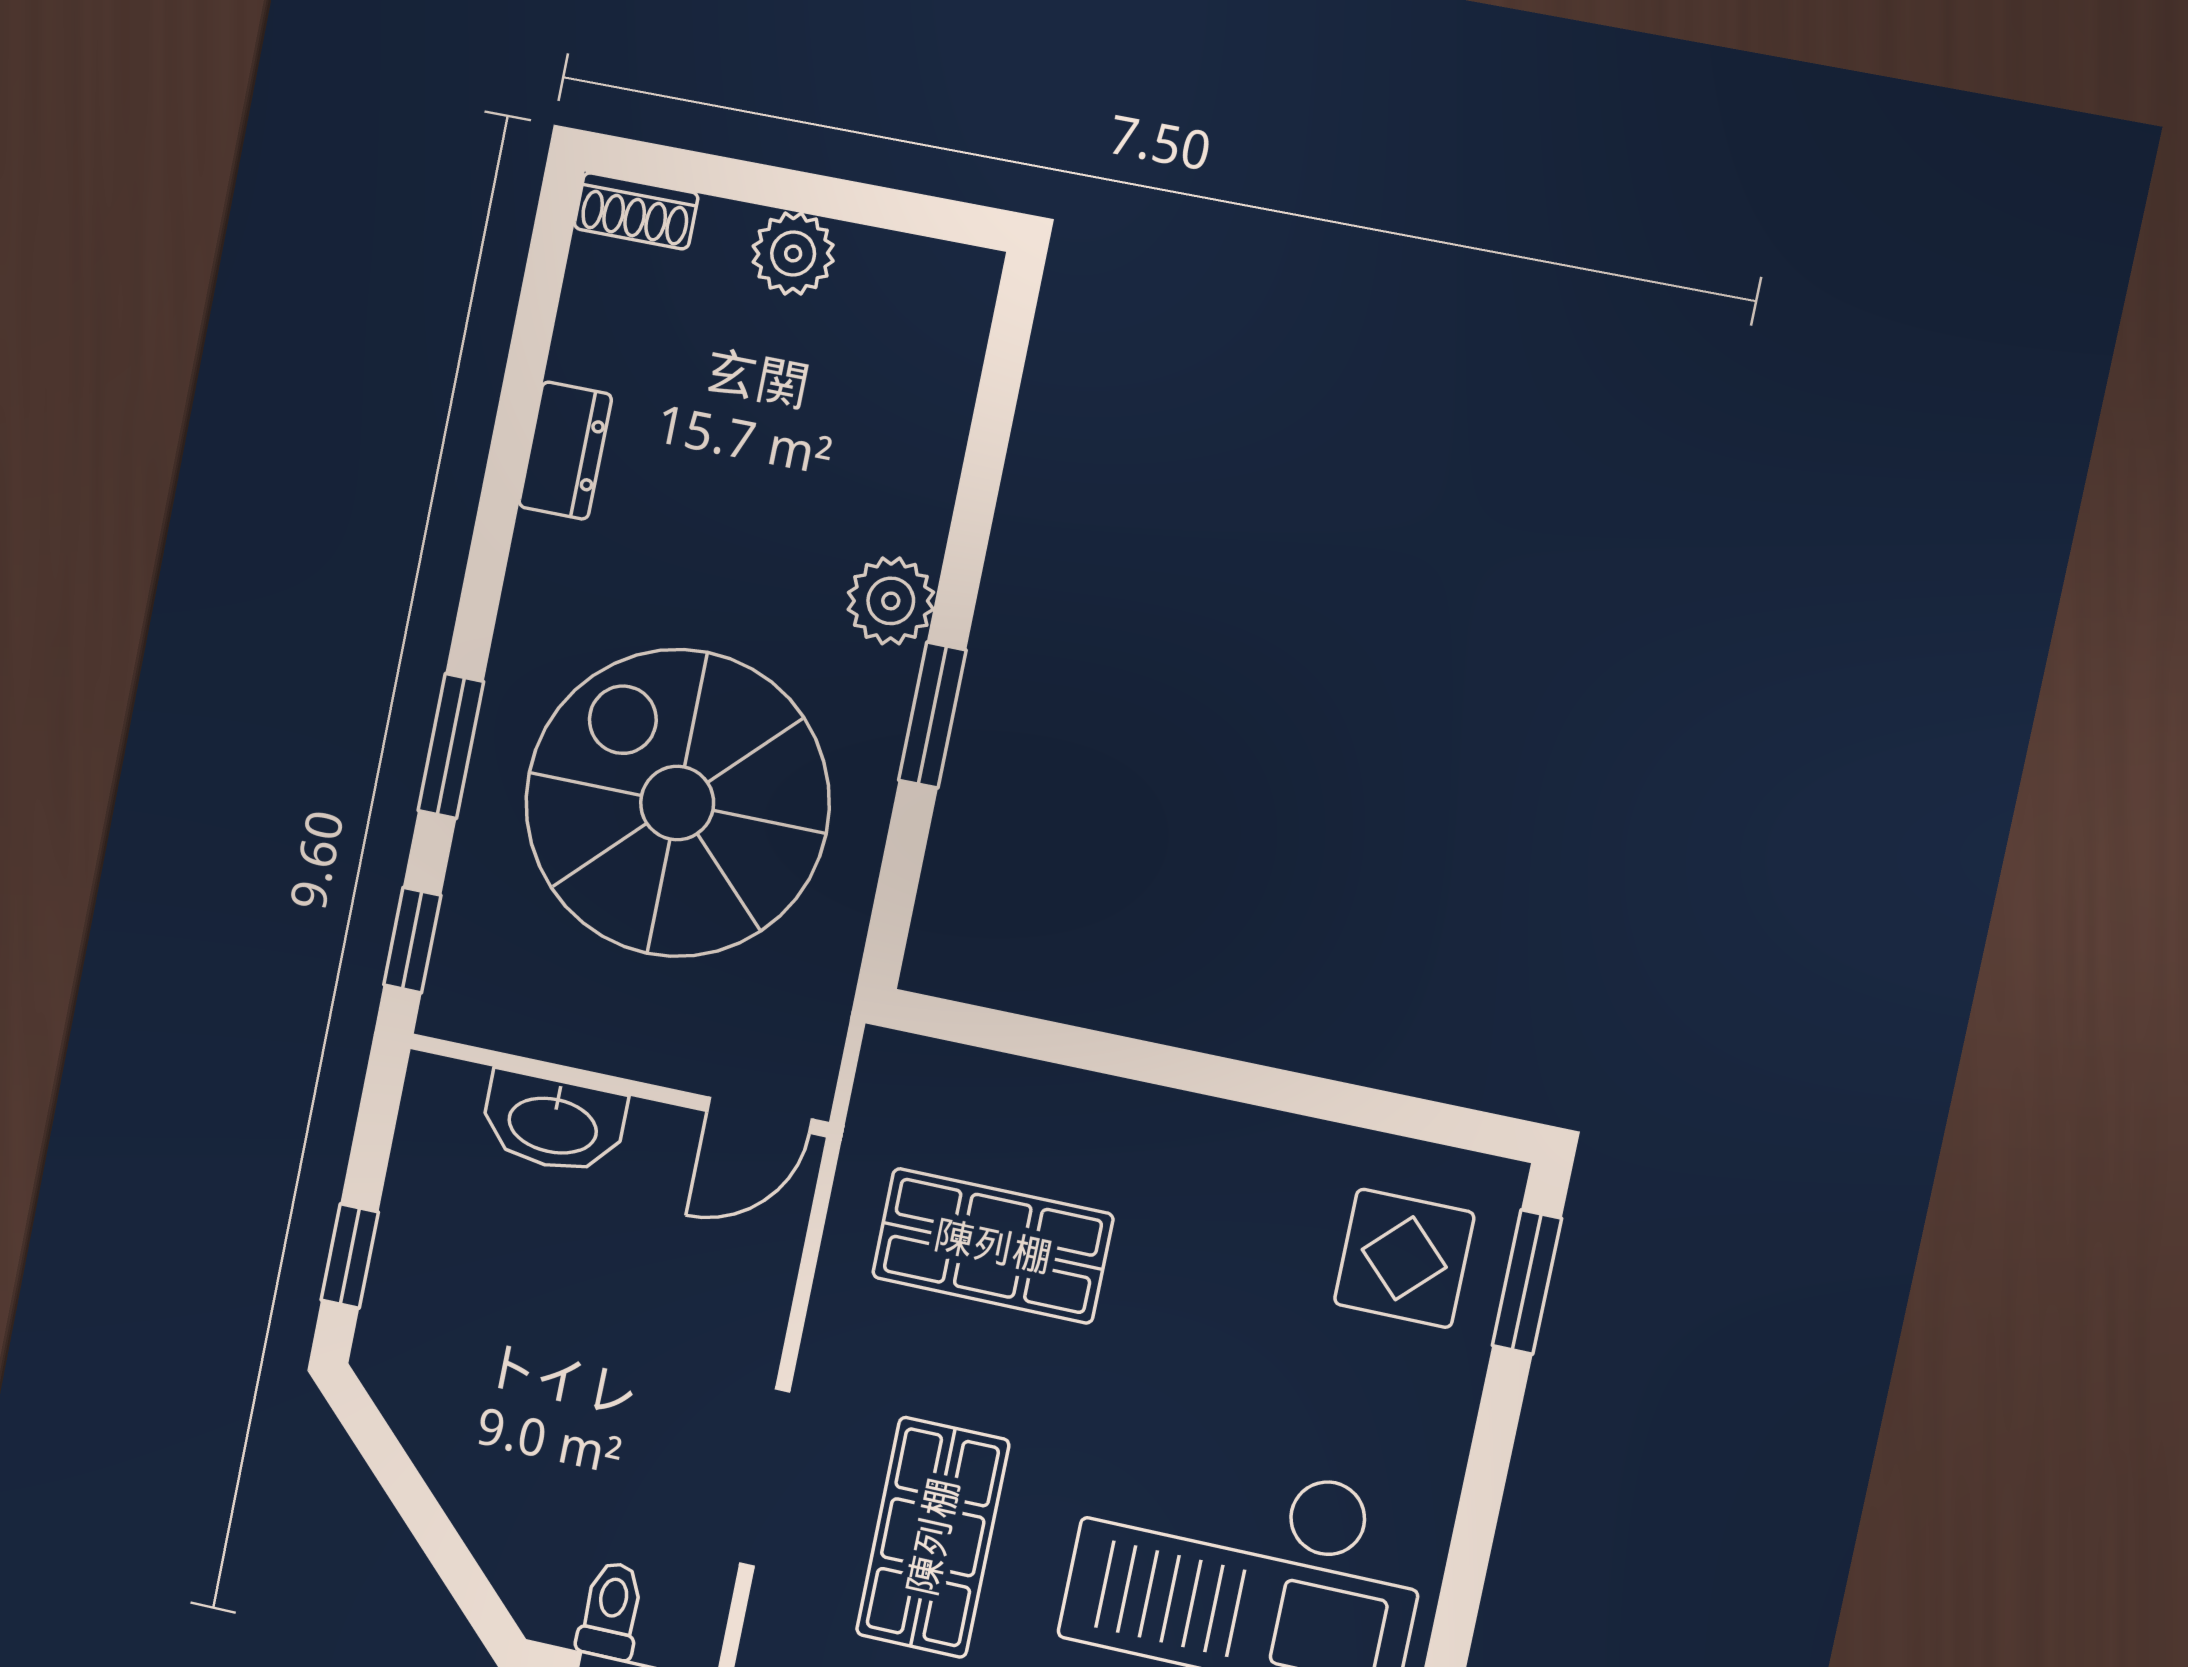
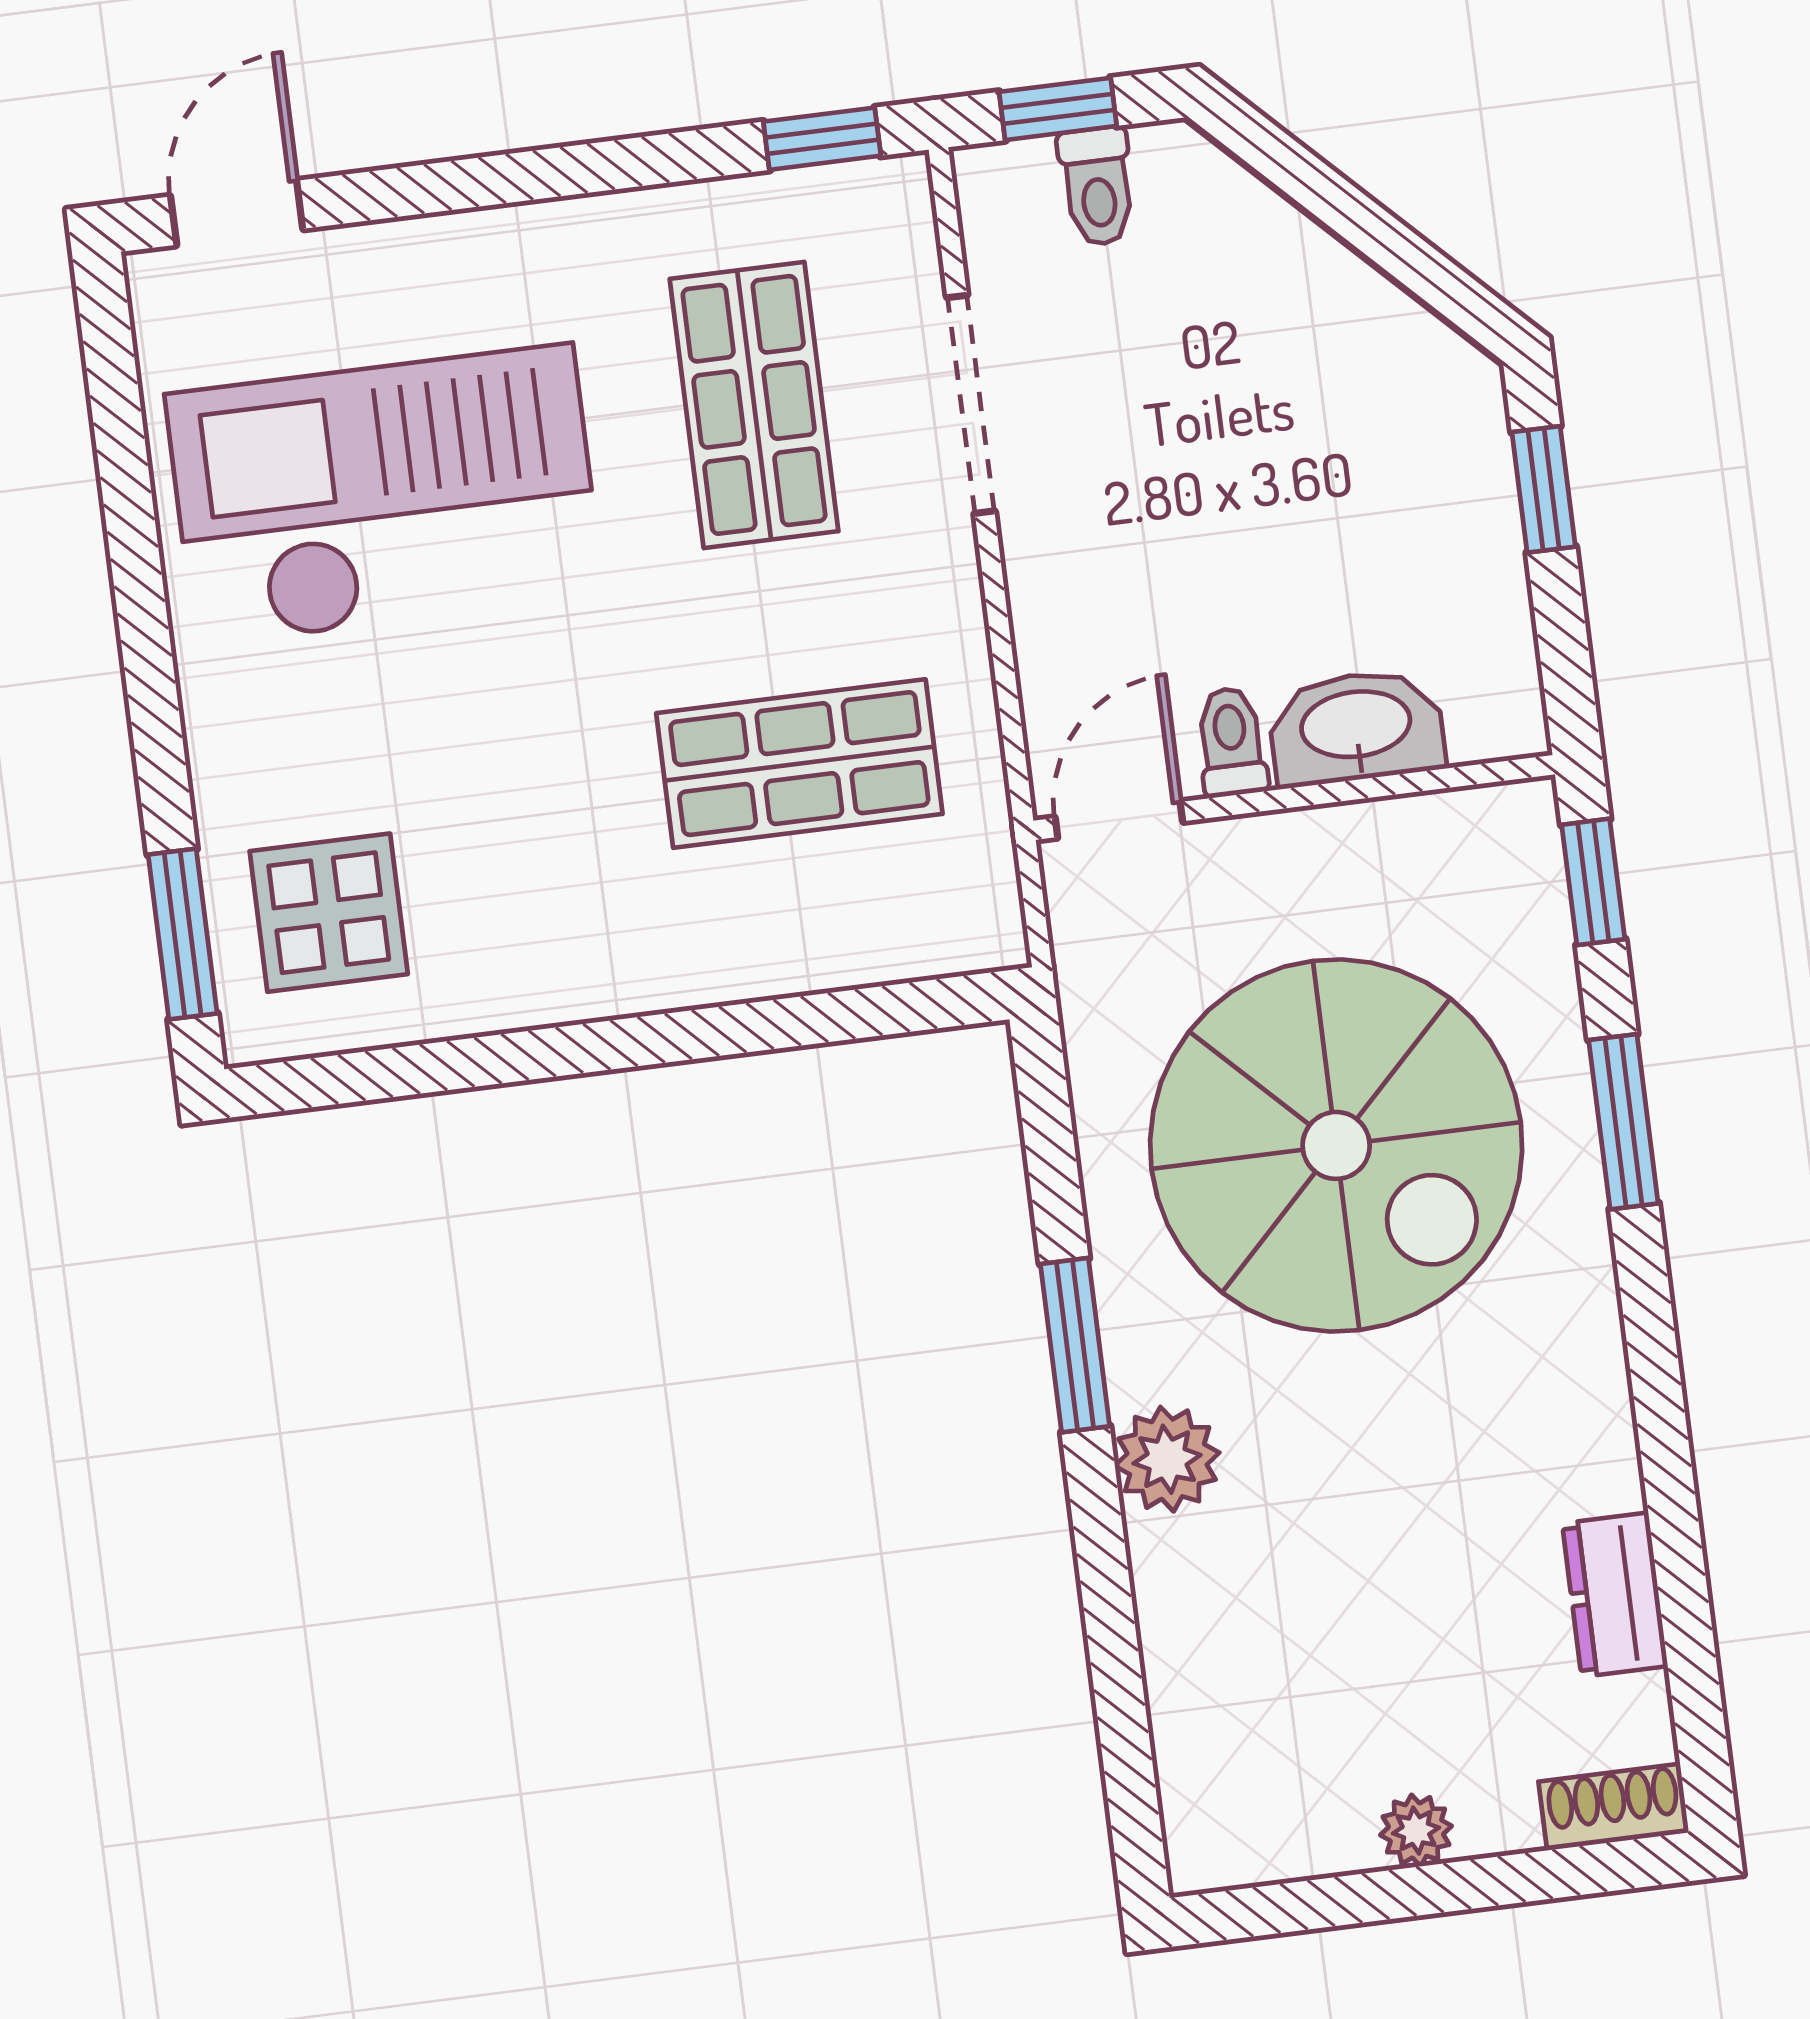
plant: (793, 254) -> (1416, 1831), width x0.73, depth x0.73
dresser: (565, 451) -> (1615, 1595), moved
toilet: (653, 1145) -> (1231, 742), added

